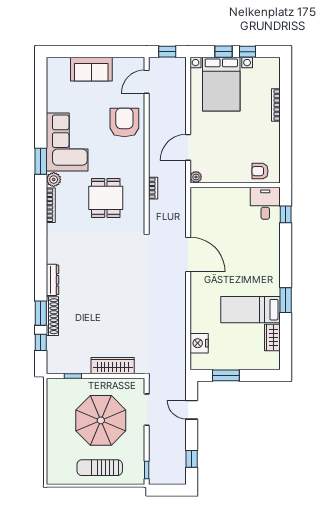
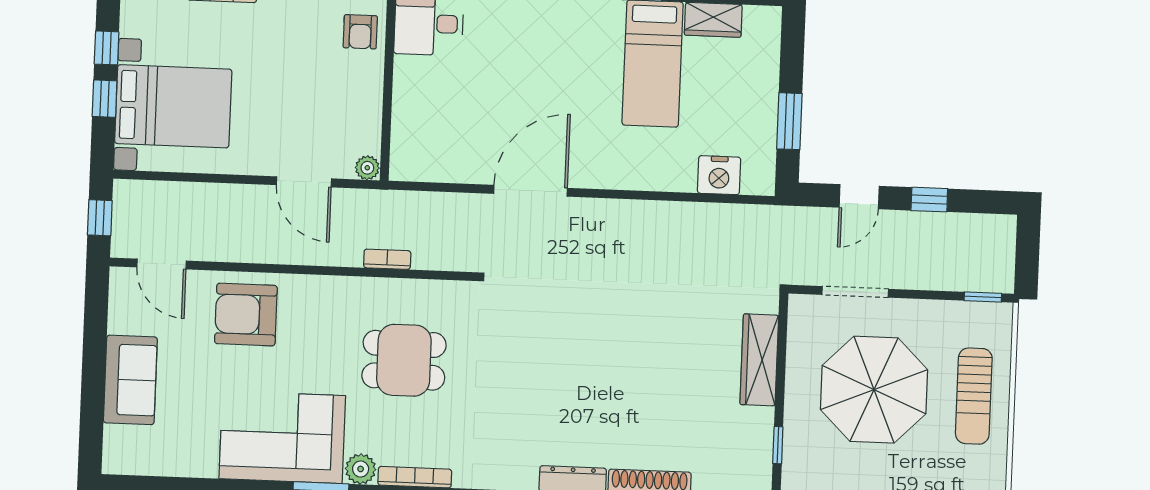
window: (192, 459) -> (929, 200), moved

